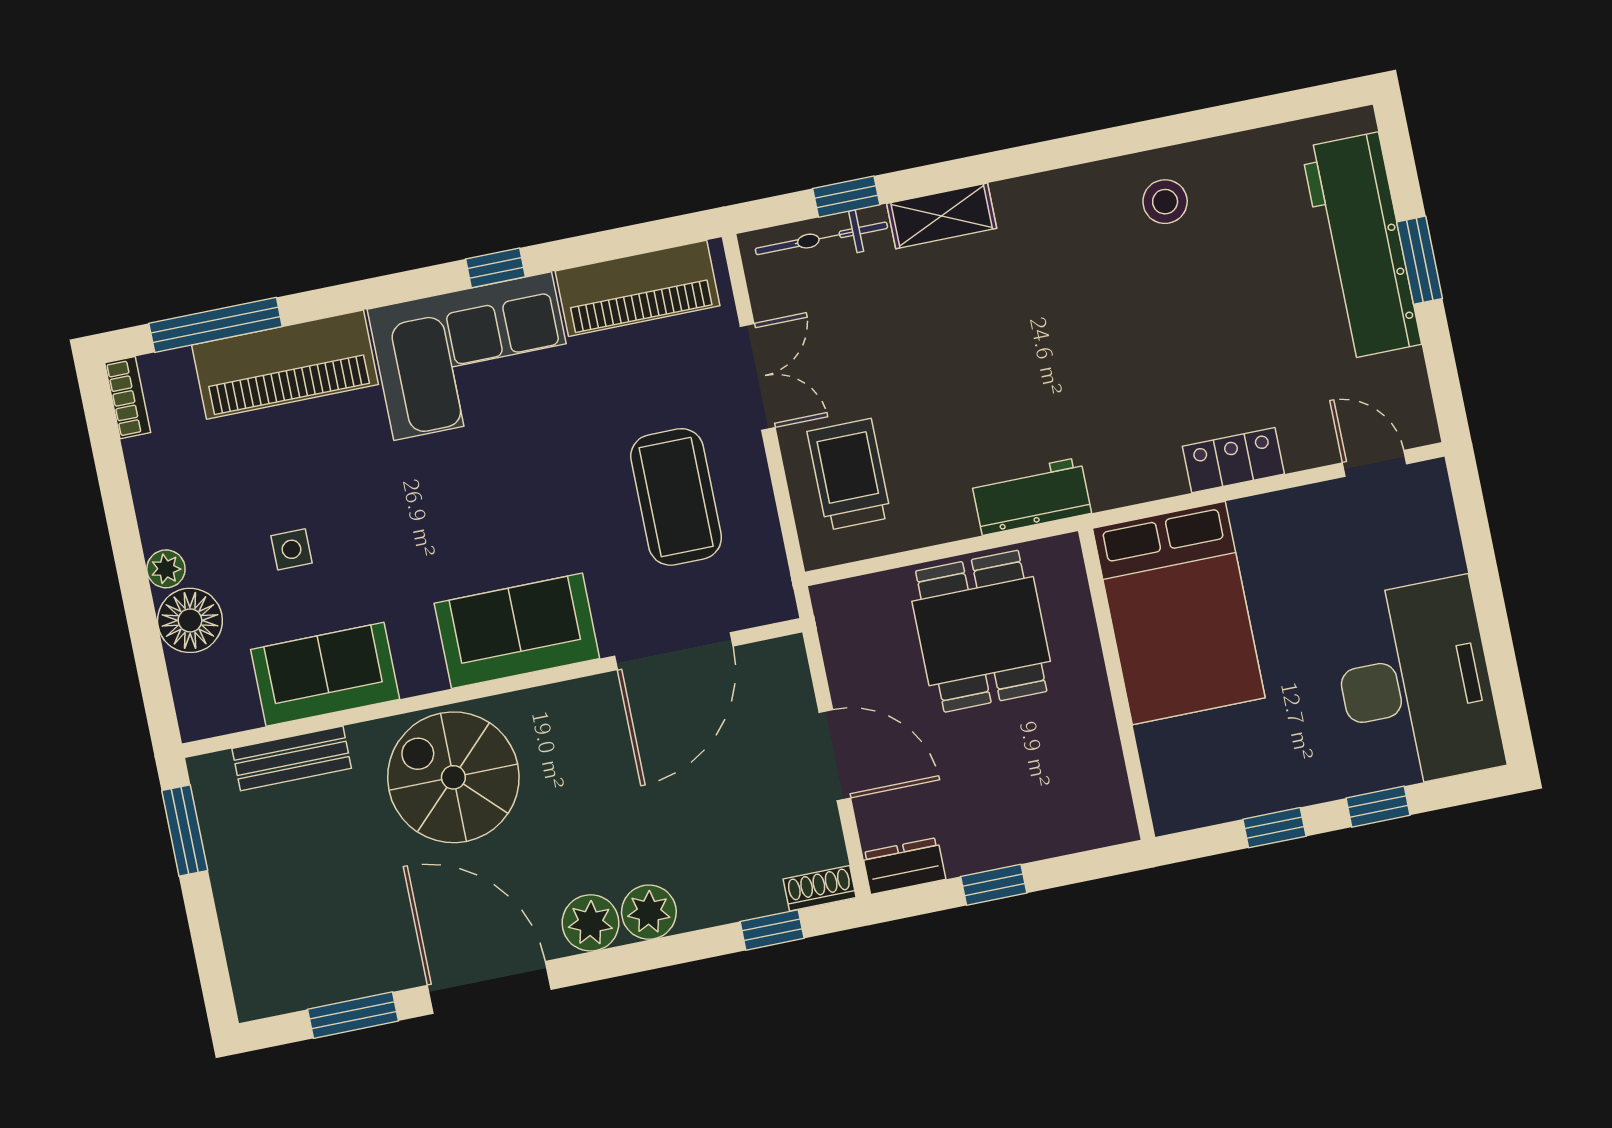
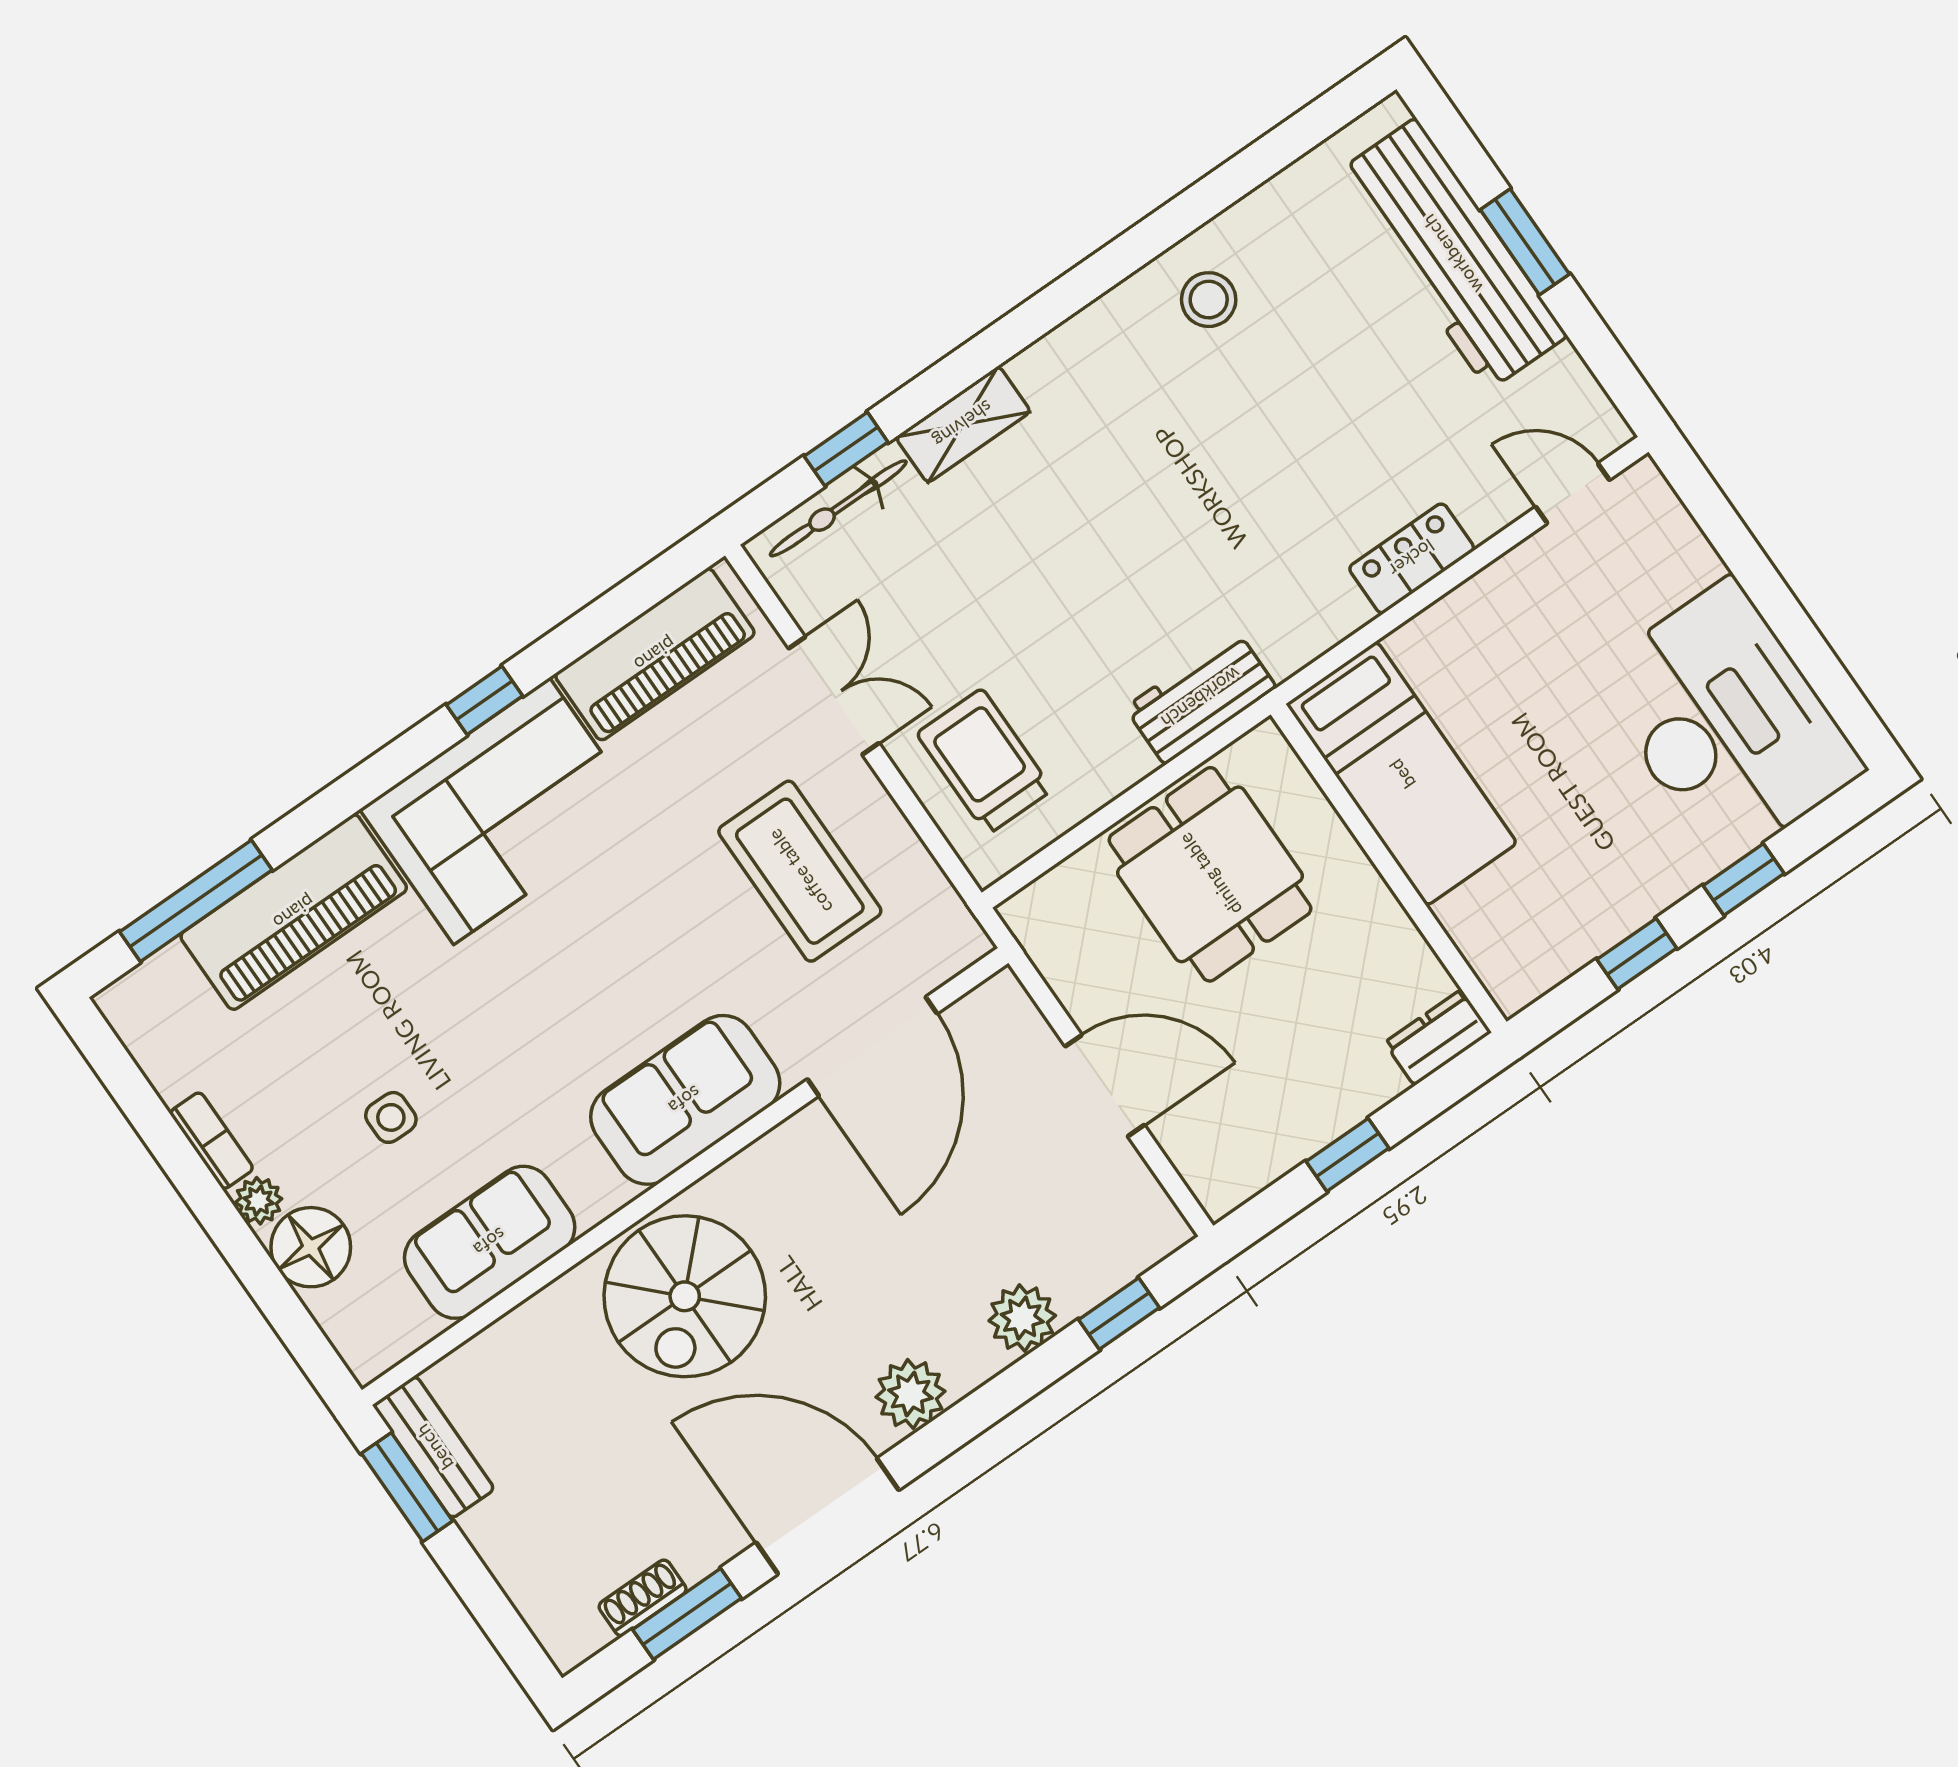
bookcase: (128, 398) -> (212, 1141), moved
bed: (1179, 613) -> (1402, 774), width x0.67
bench: (292, 758) -> (434, 1447), moved, turned 90
spiral stairs: (453, 777) -> (685, 1296), turned -90
dresser: (904, 866) -> (1438, 1038), moved
shoe rack: (820, 888) -> (643, 1598), moved
plant: (649, 912) -> (1022, 1318), moved

